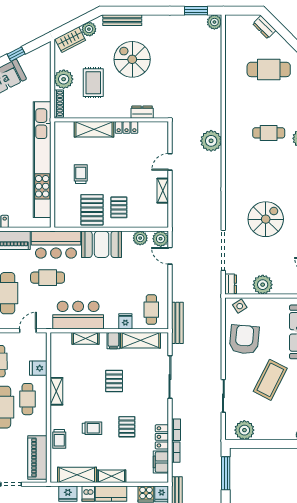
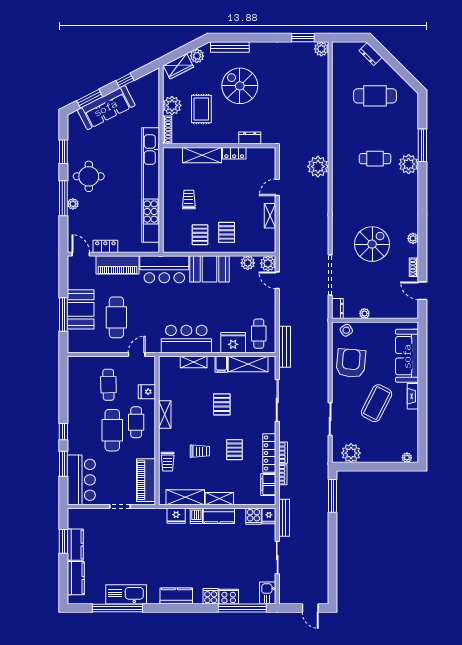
pallet: (92, 210) -> (200, 235), width x0.67, depth x0.71
cafe table: (48, 278) -> (156, 302), removed
plant: (263, 285) -> (364, 313), width x0.53, depth x0.53
fridge: (125, 321) -> (233, 343), width x1.88, depth x1.34
locker: (162, 437) -> (269, 453), width x1.53

